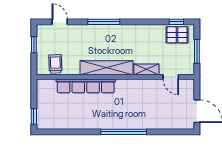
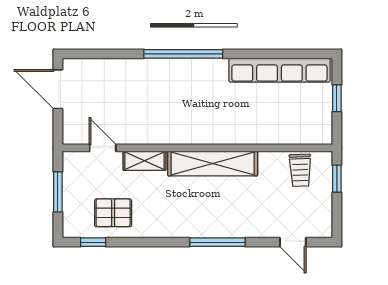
pallet: (177, 35) -> (113, 213), moved
window: (34, 45) -> (337, 179), moved
row of seats: (86, 86) -> (279, 70), moved, turned 180
window: (34, 117) -> (337, 98), moved

